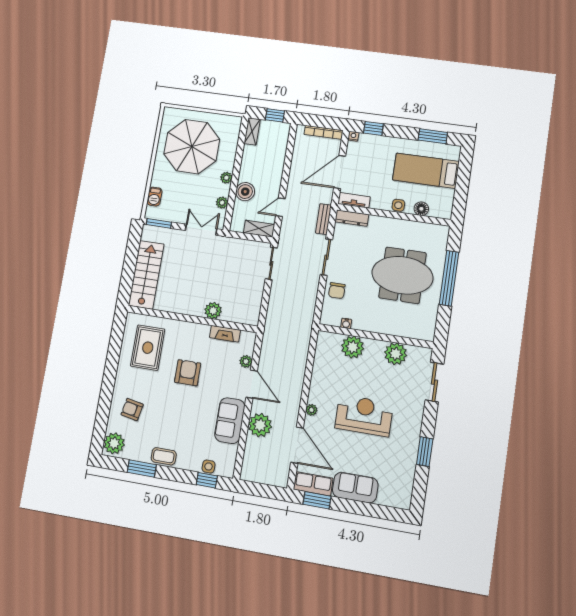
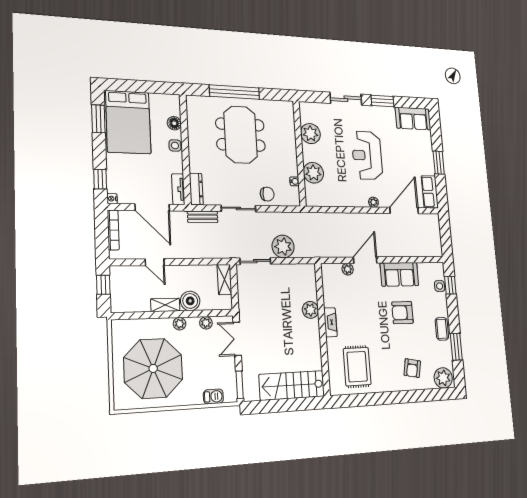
shelving: (252, 131) -> (165, 305), moved
bed: (426, 171) -> (128, 122), width x1.50
door: (280, 207) -> (155, 262), moved
fireplace: (225, 334) -> (330, 322), moved
rug: (148, 348) -> (357, 367), turned 90
armchair: (188, 373) -> (402, 313), moved
sliding door: (434, 382) -> (346, 99), moved
plant: (260, 425) -> (283, 247), moved
sofa: (355, 488) -> (413, 118), moved, turned -90
window: (317, 500) -> (439, 163), moved

